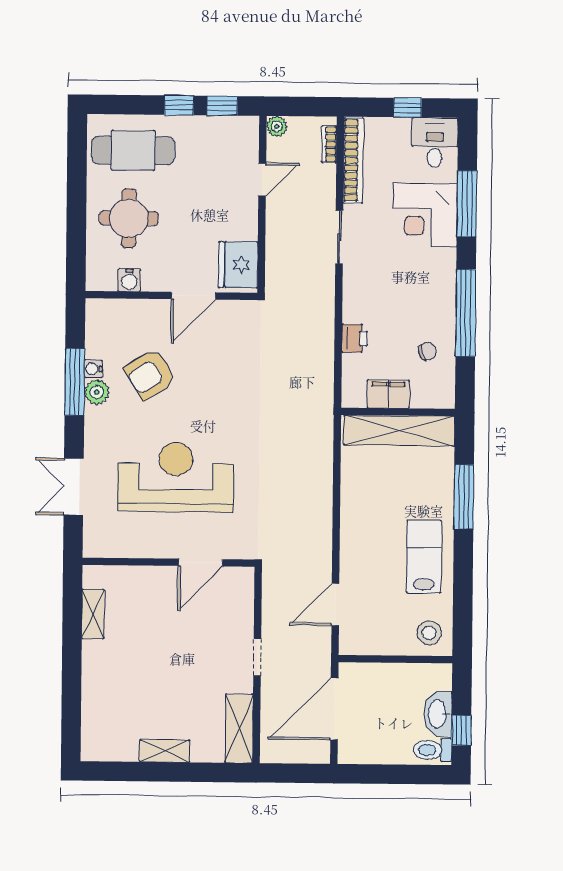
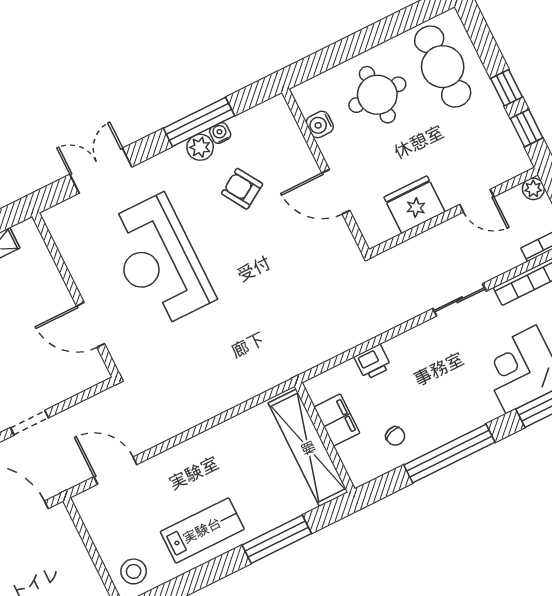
fridge: (238, 265) -> (414, 205), moved
armchair: (150, 374) -> (242, 189), width x0.72, depth x0.72
reception desk: (176, 477) -> (158, 261), turned 180

